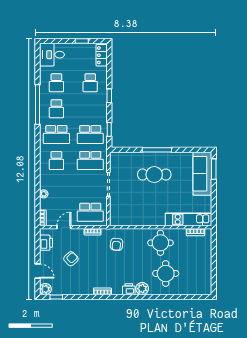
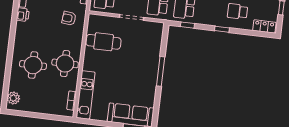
cafe table: (154, 175) -> (104, 42), moved, turned 90
printer: (129, 289) -> (23, 15), moved
plant: (142, 289) -> (13, 98), moved

